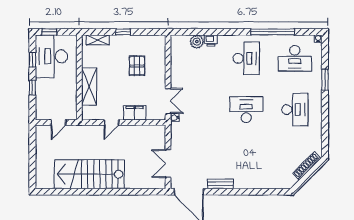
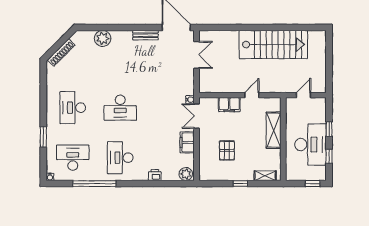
plant: (197, 42) -> (186, 174), moved
desk: (51, 56) -> (310, 145), moved
filing cabinet: (178, 74) -> (187, 142), added
plant: (264, 180) -> (103, 38), added

